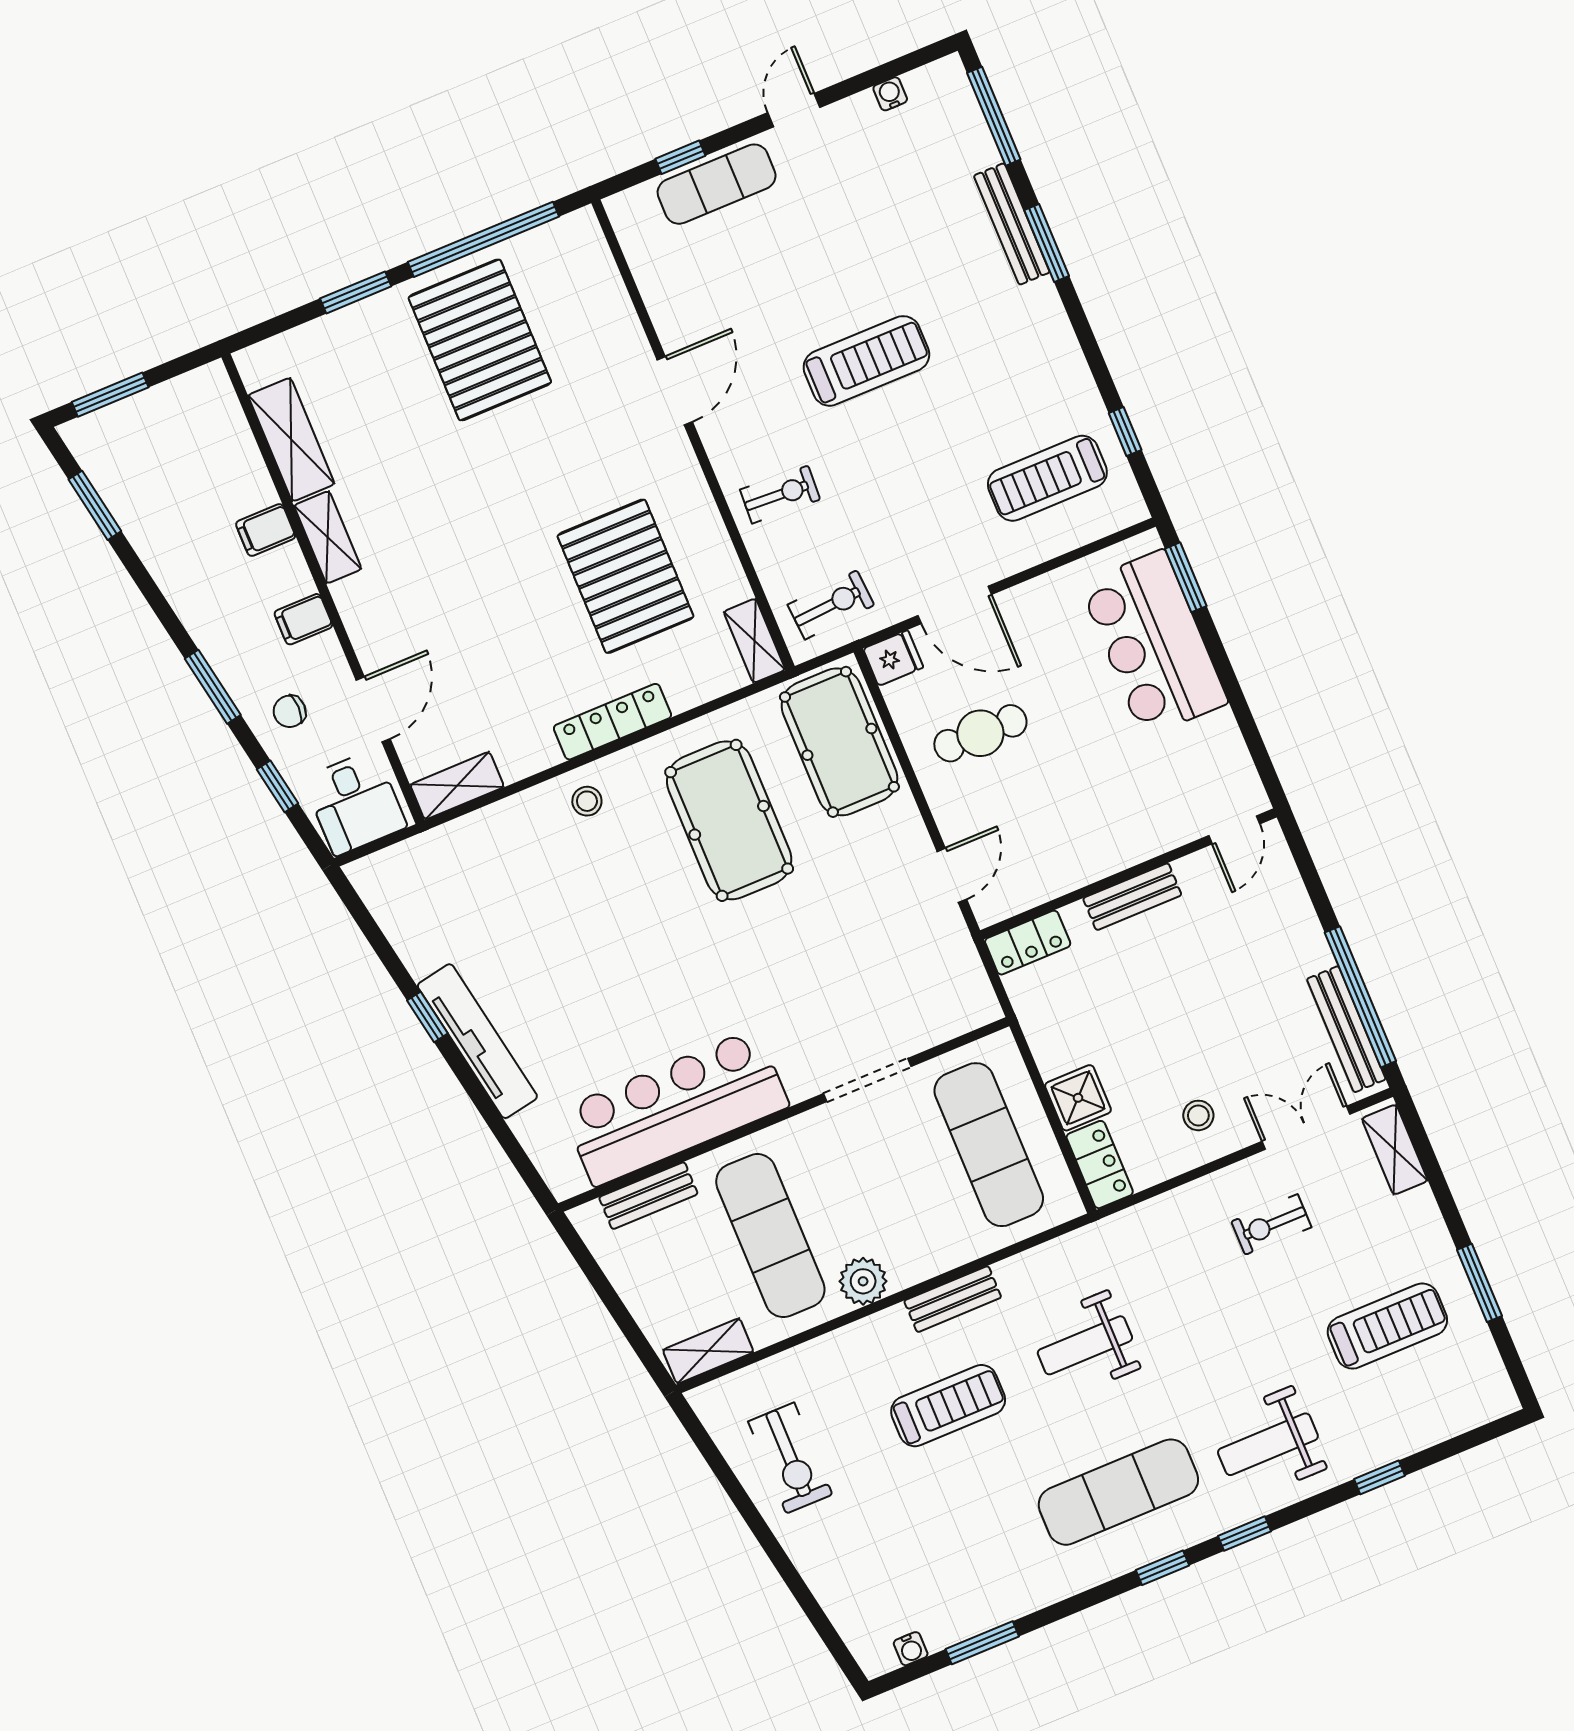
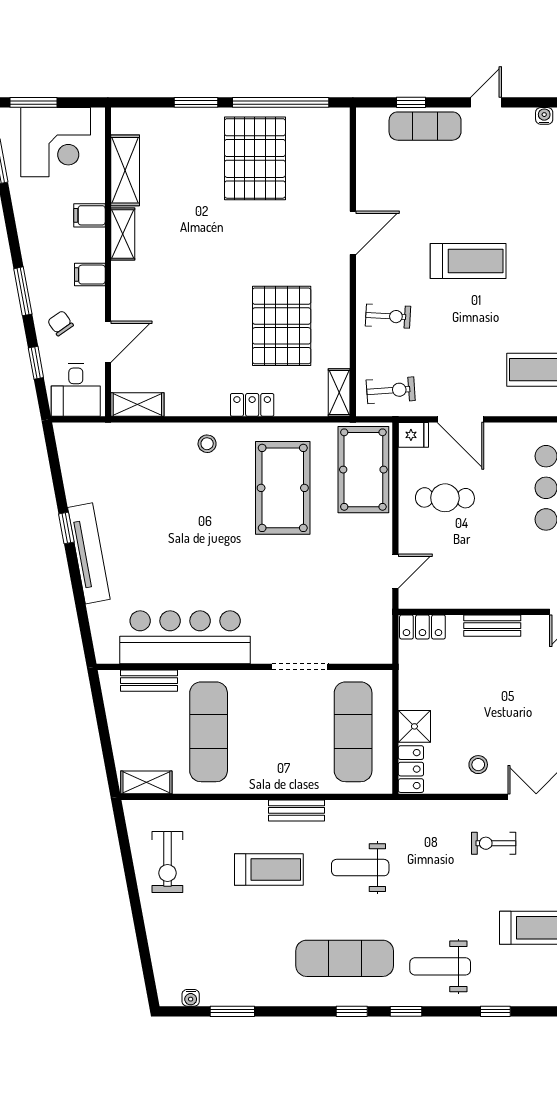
corner desk: (169, 441) -> (56, 142), added
chair: (290, 711) -> (60, 323), turned 55
locker: (612, 722) -> (252, 405), width x0.66
plant: (863, 1281) -> (250, 779), removed

